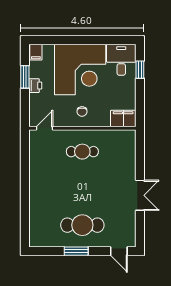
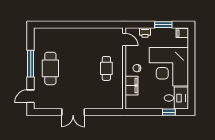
printer: (35, 86) -> (145, 33), moved
filing cabinet: (123, 119) -> (132, 86), moved
window: (76, 251) -> (31, 64), width x1.44

